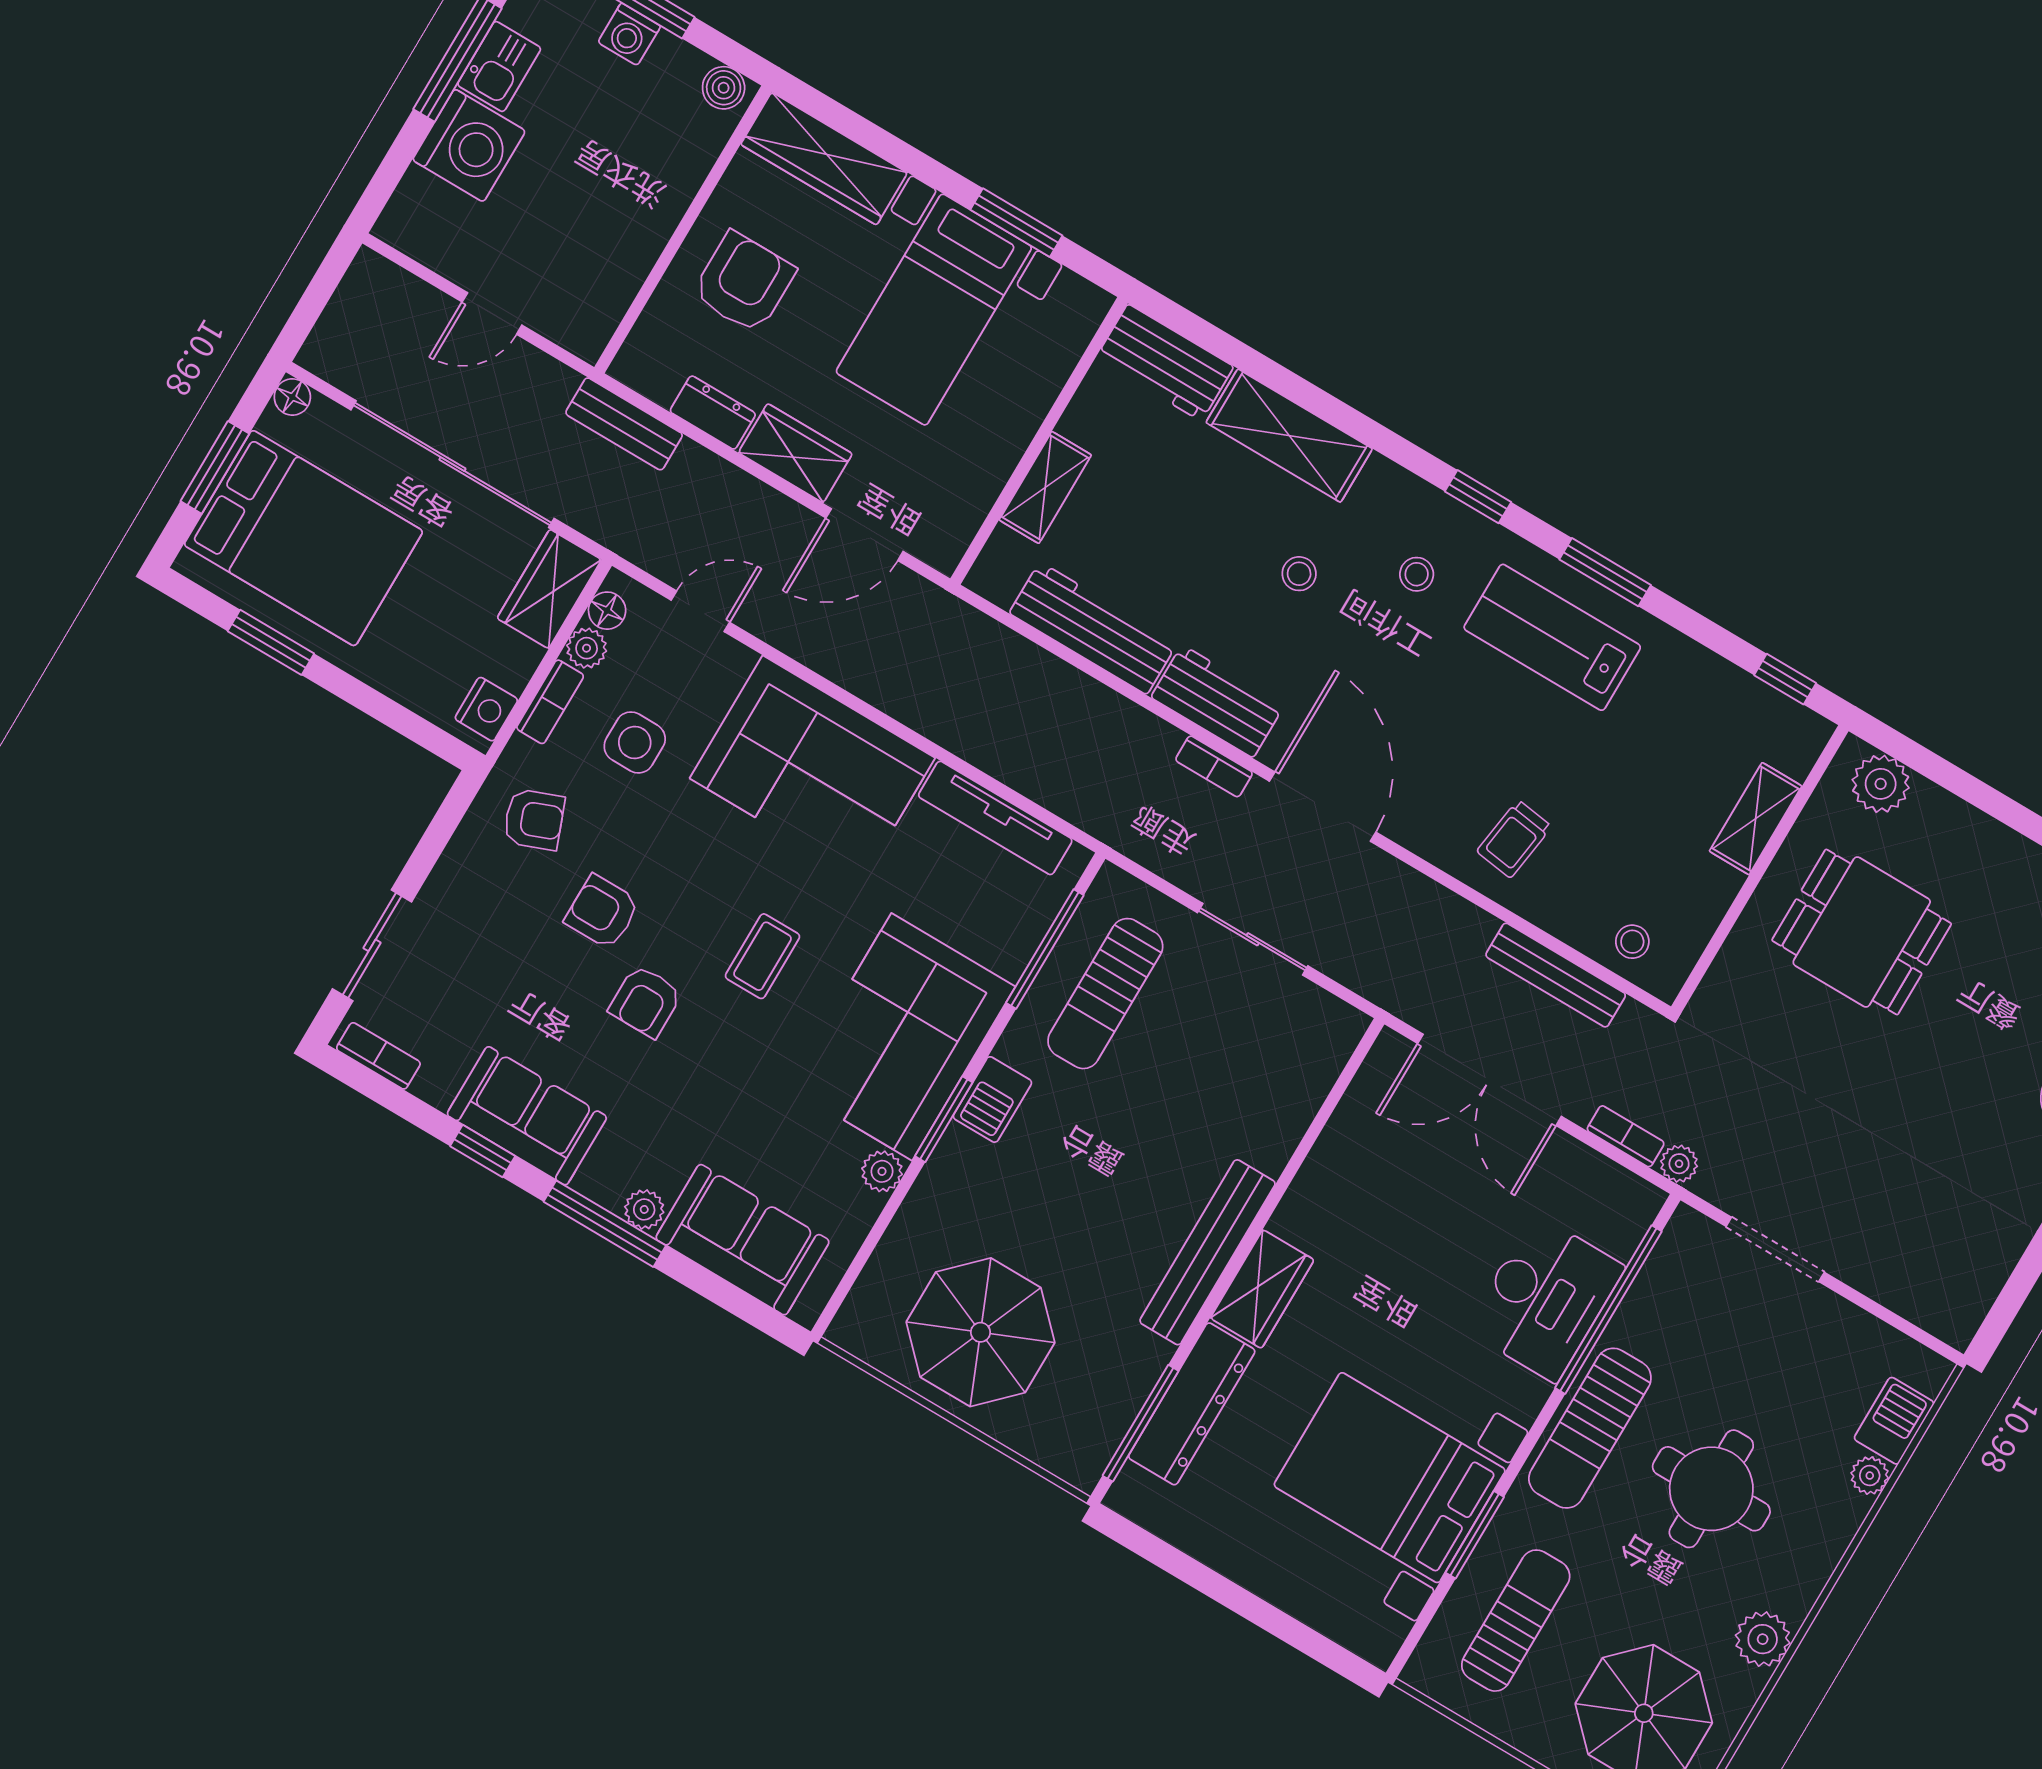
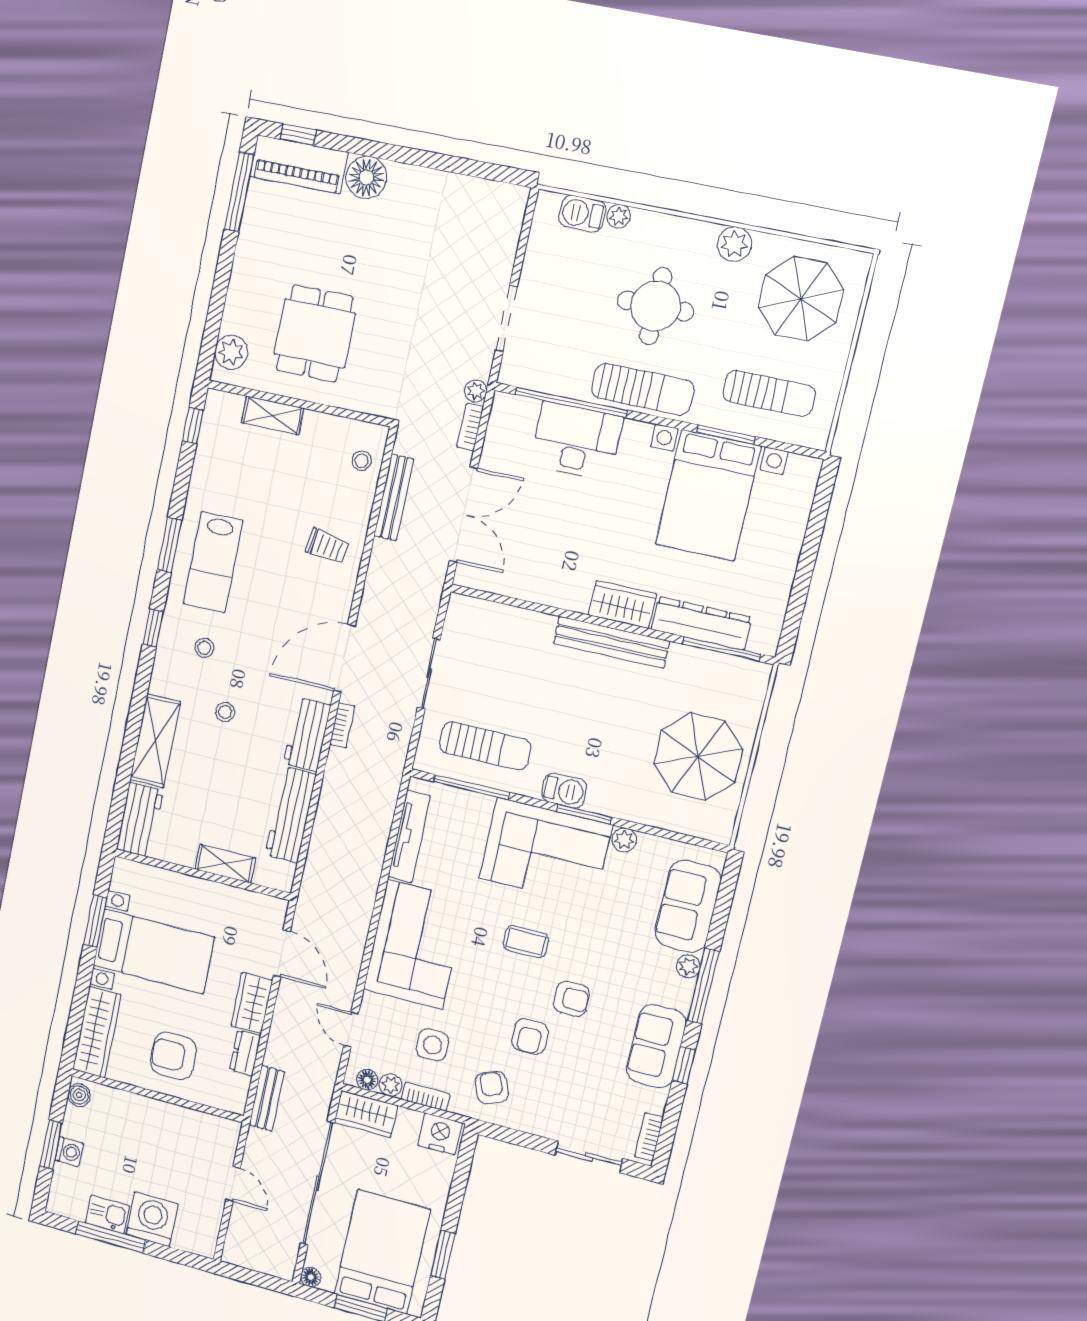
nightstand: (486, 709) -> (440, 1134), width x1.36, depth x1.33
sun lounger: (1516, 1621) -> (769, 393), turned 180

